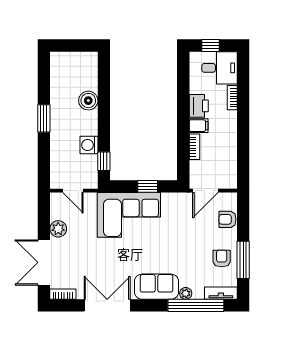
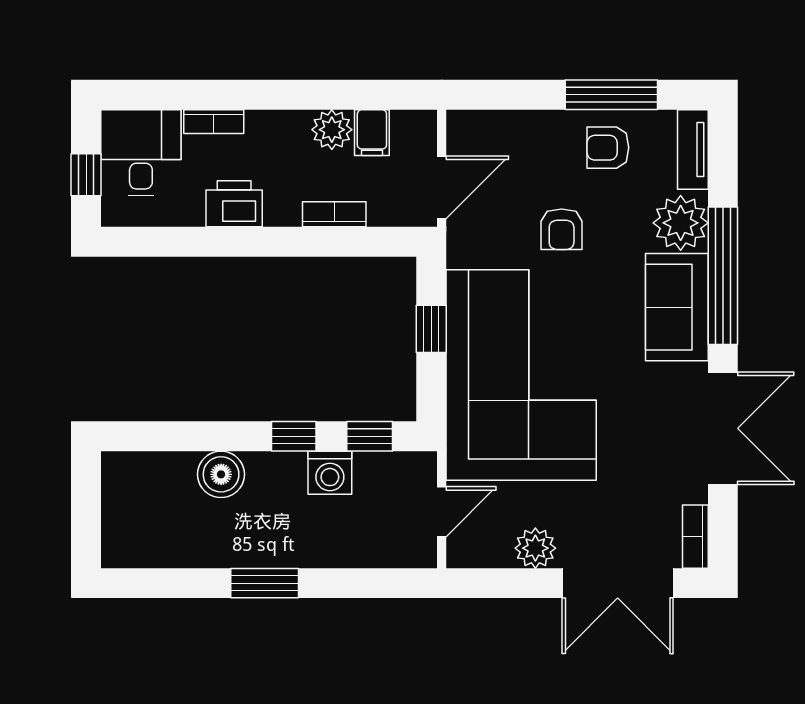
filing cabinet: (199, 126) -> (372, 133), moved, turned 180
window: (104, 130) -> (294, 436), added
plant: (229, 146) -> (332, 130), added
door: (205, 191) -> (442, 187), hinge flipped
corner sofa: (129, 215) -> (521, 375), width x1.36, depth x1.36
armchair: (228, 219) -> (562, 229), moved
plant: (186, 293) -> (681, 223), width x1.88, depth x1.88
double door: (107, 305) -> (723, 428), swing flipped
window: (196, 305) -> (723, 276), moved

